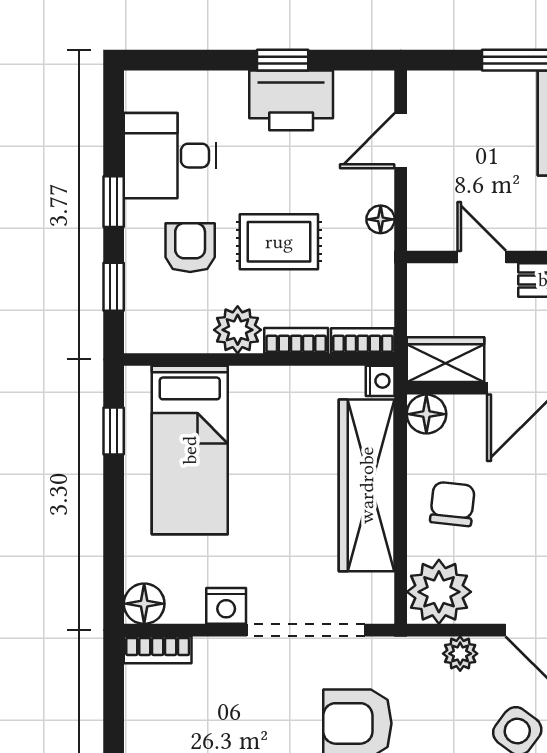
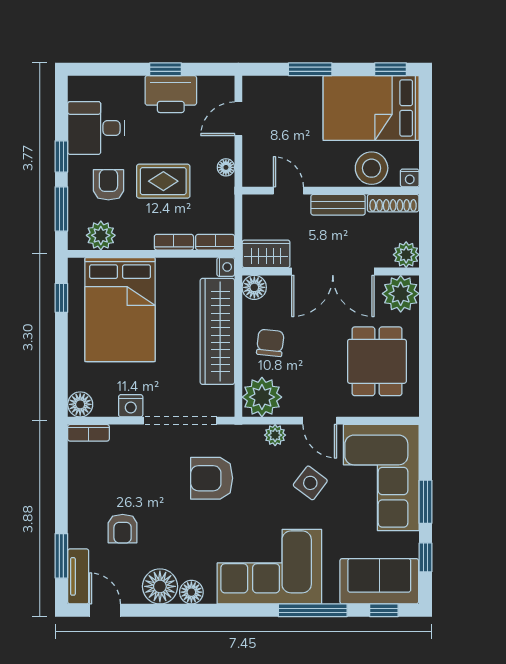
window: (114, 287) -> (61, 209), width x1.50
plant: (238, 330) -> (101, 235), moved
bed: (190, 450) -> (120, 310), width x1.50

